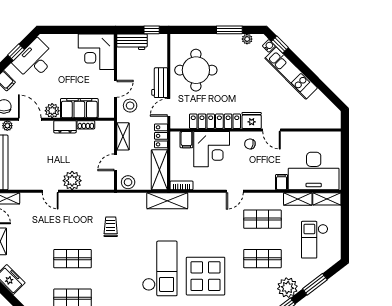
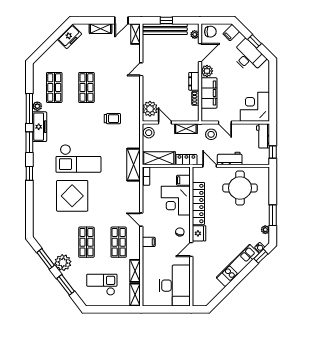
desk: (314, 171) -> (175, 286), moved, turned 180
plant: (72, 181) -> (150, 109), moved
filing cabinet: (282, 182) -> (149, 242), moved

